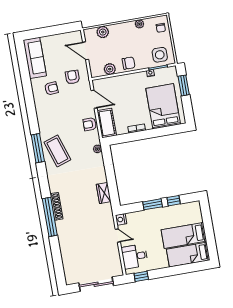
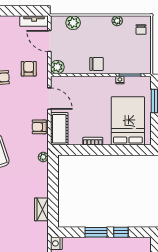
tv unit: (70, 36) -> (34, 21), added
side table: (160, 55) -> (134, 61), removed
plant: (110, 69) -> (57, 67), moved

